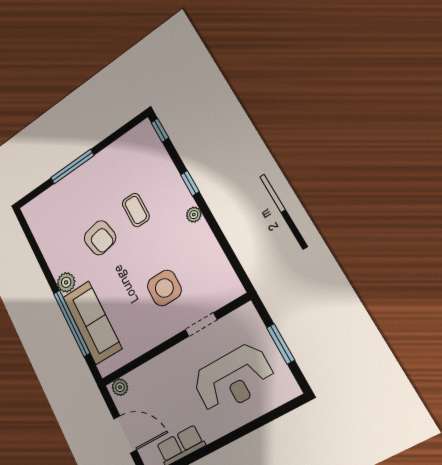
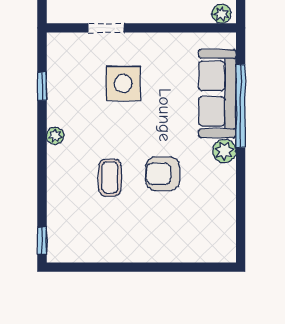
window: (72, 167) -> (153, 267), removed
window: (190, 183) -> (42, 86), moved
armchair: (100, 238) -> (163, 174), turned -78

